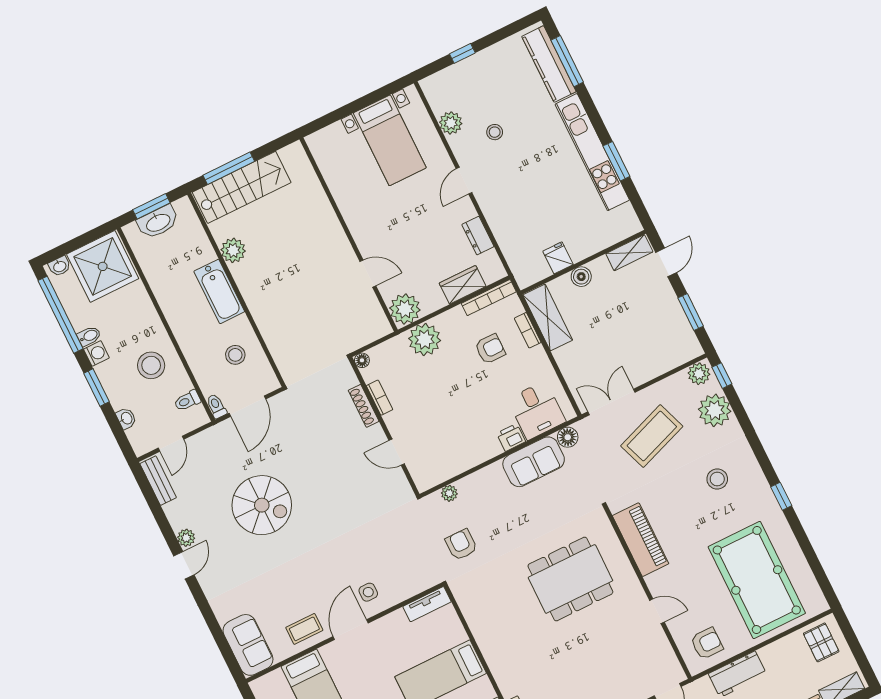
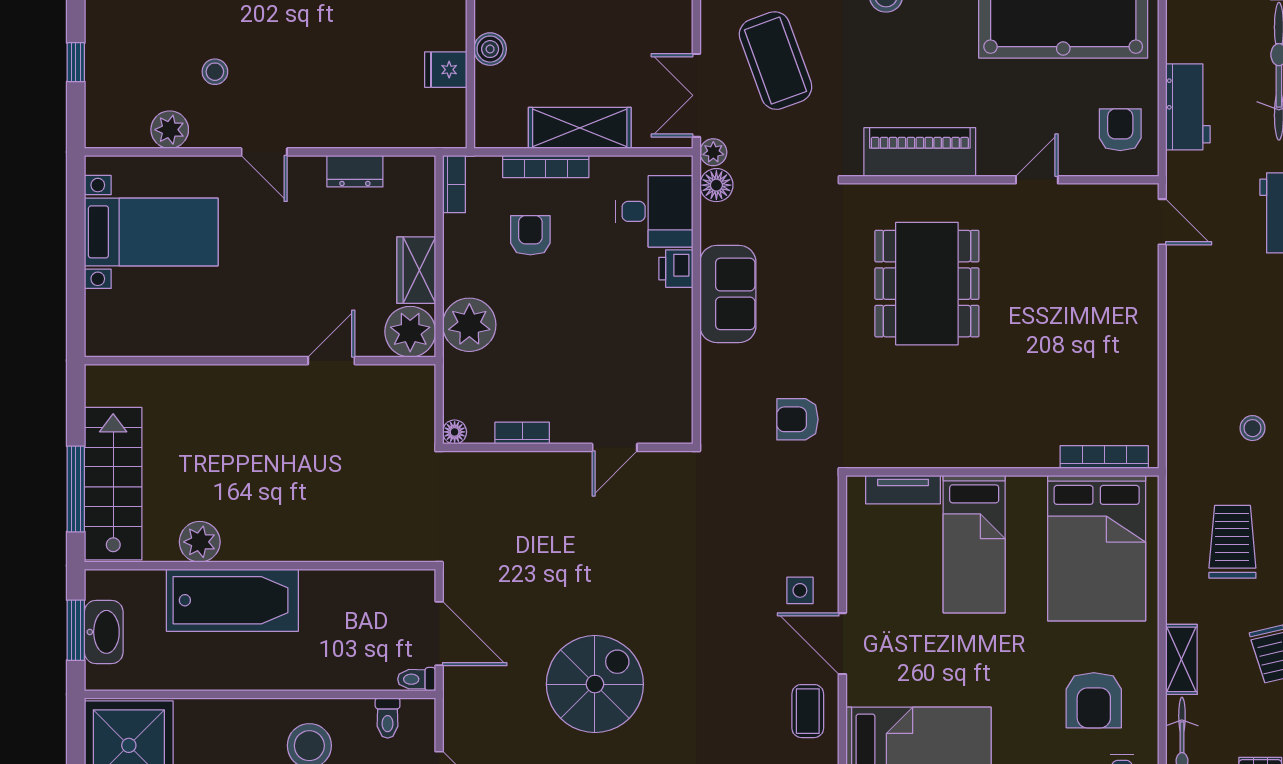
wardrobe: (463, 285) -> (416, 270), moved
bathtub: (219, 291) -> (232, 600), width x1.36, depth x1.36
bookcase: (489, 298) -> (454, 184), width x0.64
shelving: (548, 317) -> (580, 128), moved
bookcase: (528, 330) -> (546, 166), width x1.56
stool: (235, 355) -> (355, 614), removed
shoe rack: (364, 406) -> (523, 463), removed
sofa: (534, 462) -> (728, 294), moved
plant: (449, 493) -> (713, 152), moved
tv unit: (427, 604) -> (903, 490), moved, turned 90

